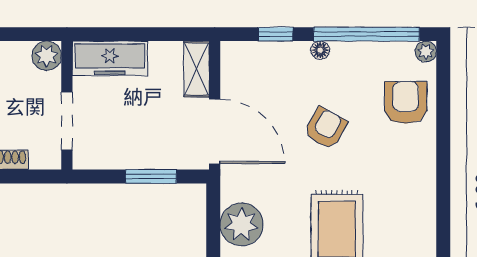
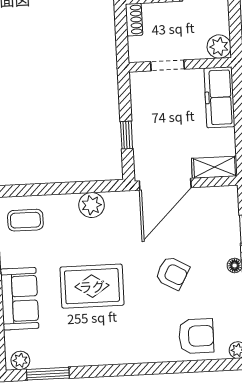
doorway: (67, 121) -> (167, 65), width x0.73
window: (151, 176) -> (127, 135), width x0.67
plant: (242, 224) -> (92, 205), width x0.73, depth x0.73

